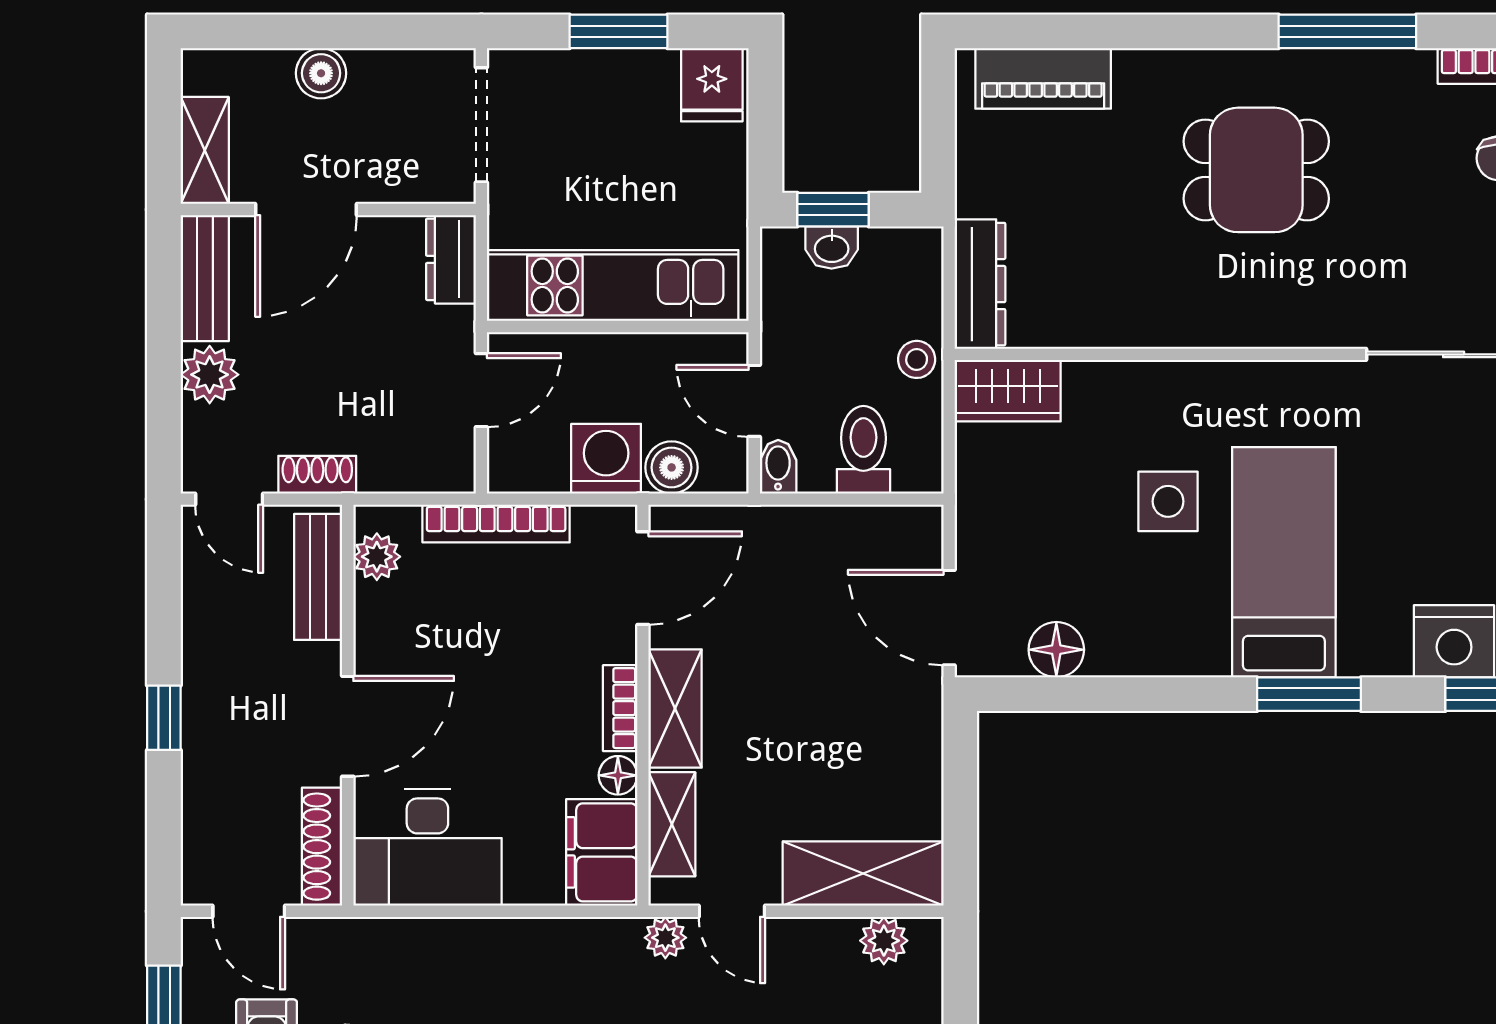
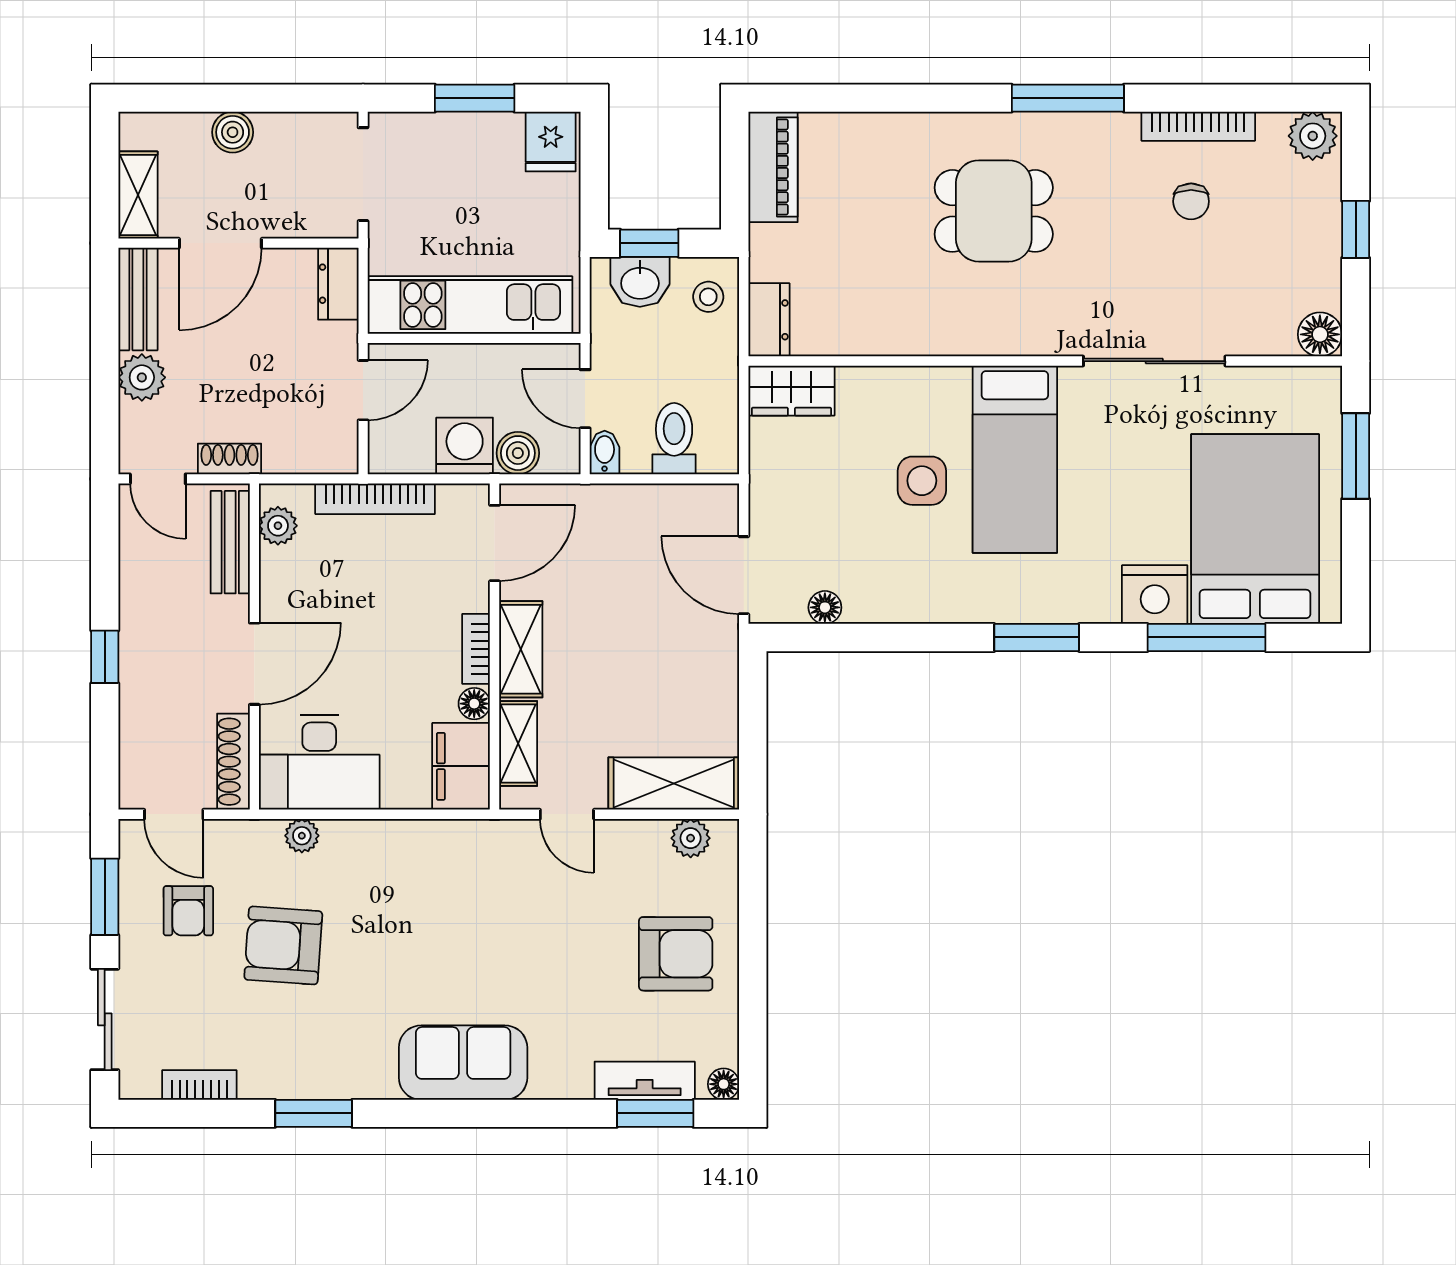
piano: (1043, 78) -> (773, 167), moved, turned -90
washbasin: (832, 247) -> (640, 282), width x1.38, depth x1.45
dresser: (980, 284) -> (769, 320), width x0.70
stool: (917, 359) -> (708, 297), moved
bed: (1284, 562) -> (1015, 459), moved, turned 180
floor lamp: (1056, 650) -> (825, 607), width x0.73, depth x0.73
plant: (665, 938) -> (302, 836), moved

